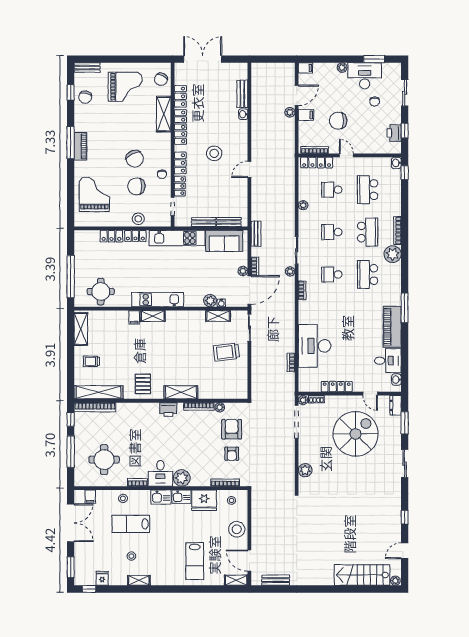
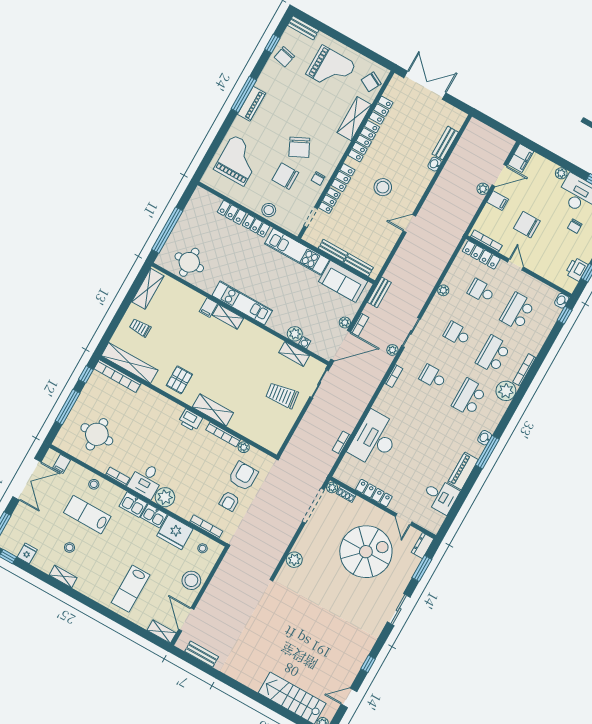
filing cabinet: (305, 68) -> (521, 158), width x2.00
school desk: (368, 232) -> (493, 354), turned 180
piano: (392, 327) -> (463, 471), width x0.73, depth x0.75
washbasin: (396, 380) -> (485, 438), moved

